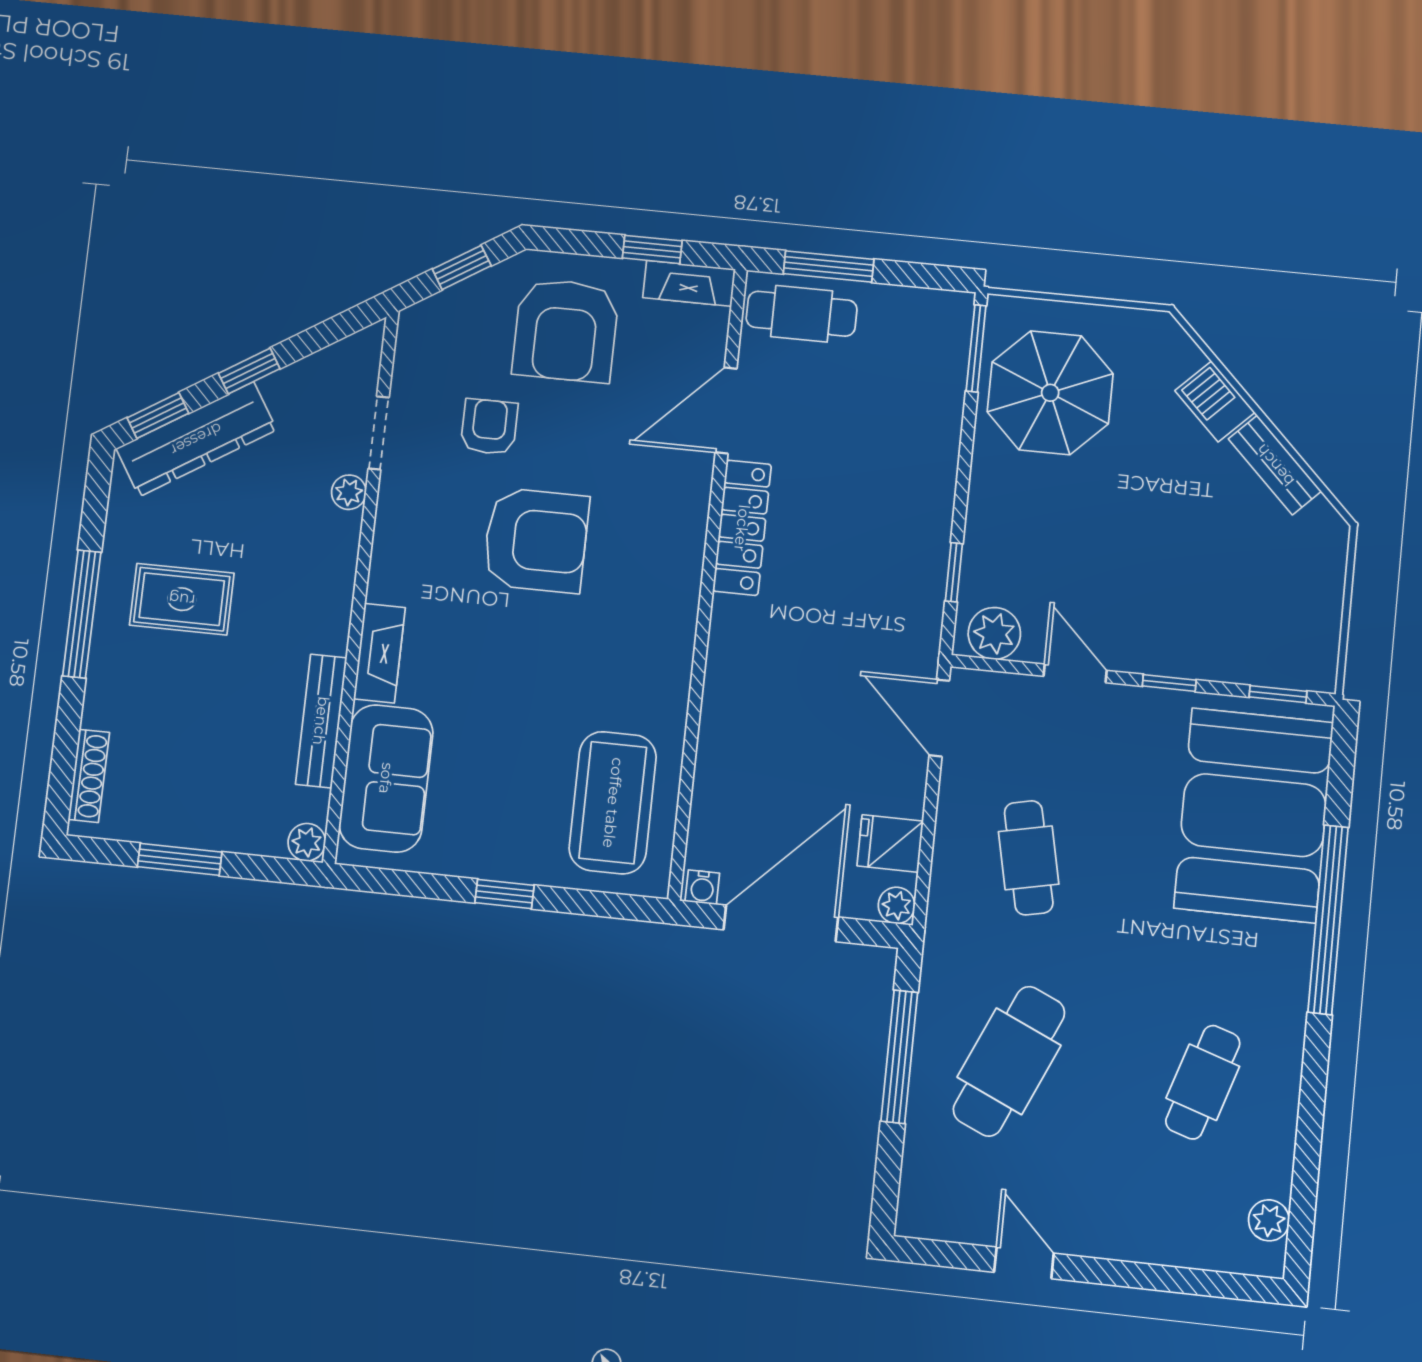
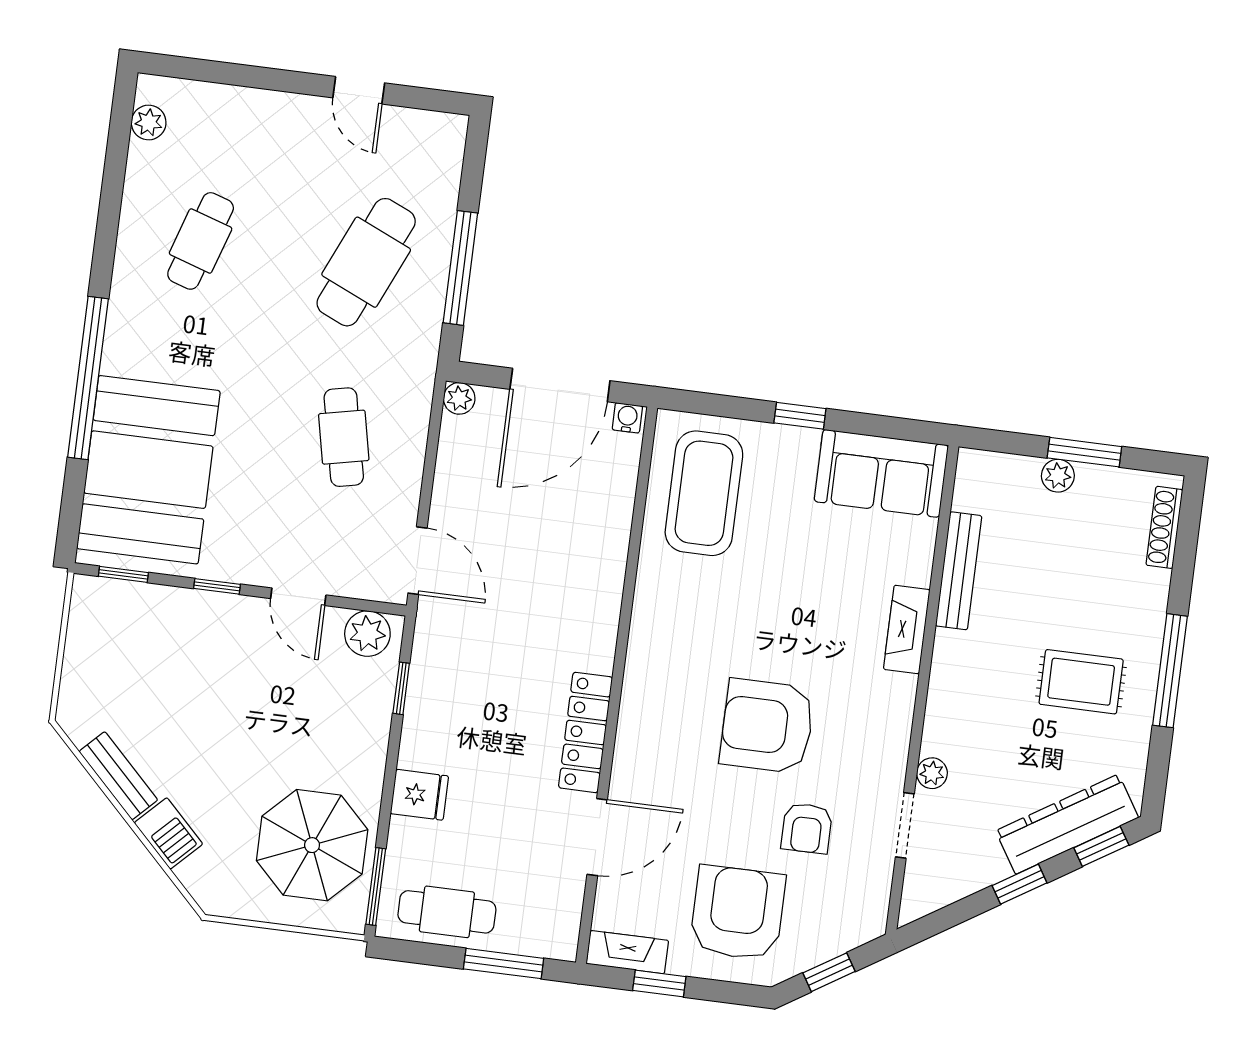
cafe table: (802, 314) -> (447, 912), moved
sofa: (386, 778) -> (881, 473), moved, turned -90
plant: (307, 842) -> (1058, 476), moved
fridge: (890, 843) -> (419, 795), moved

